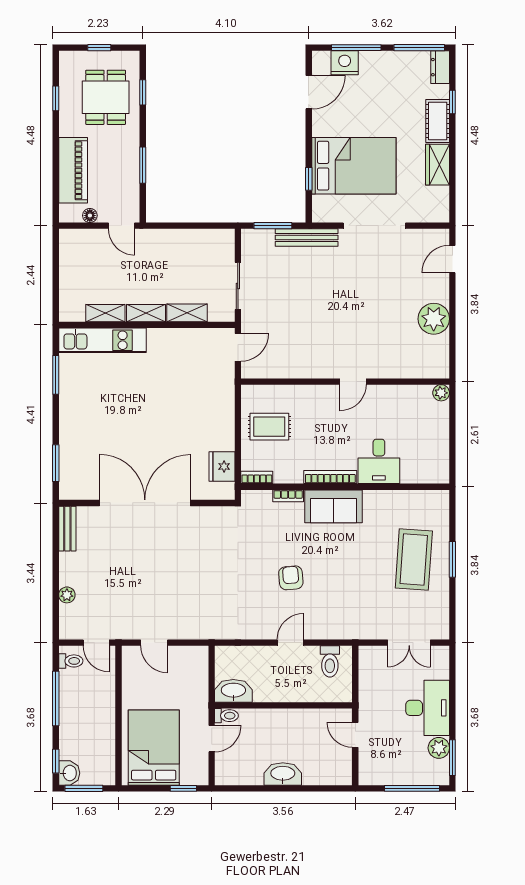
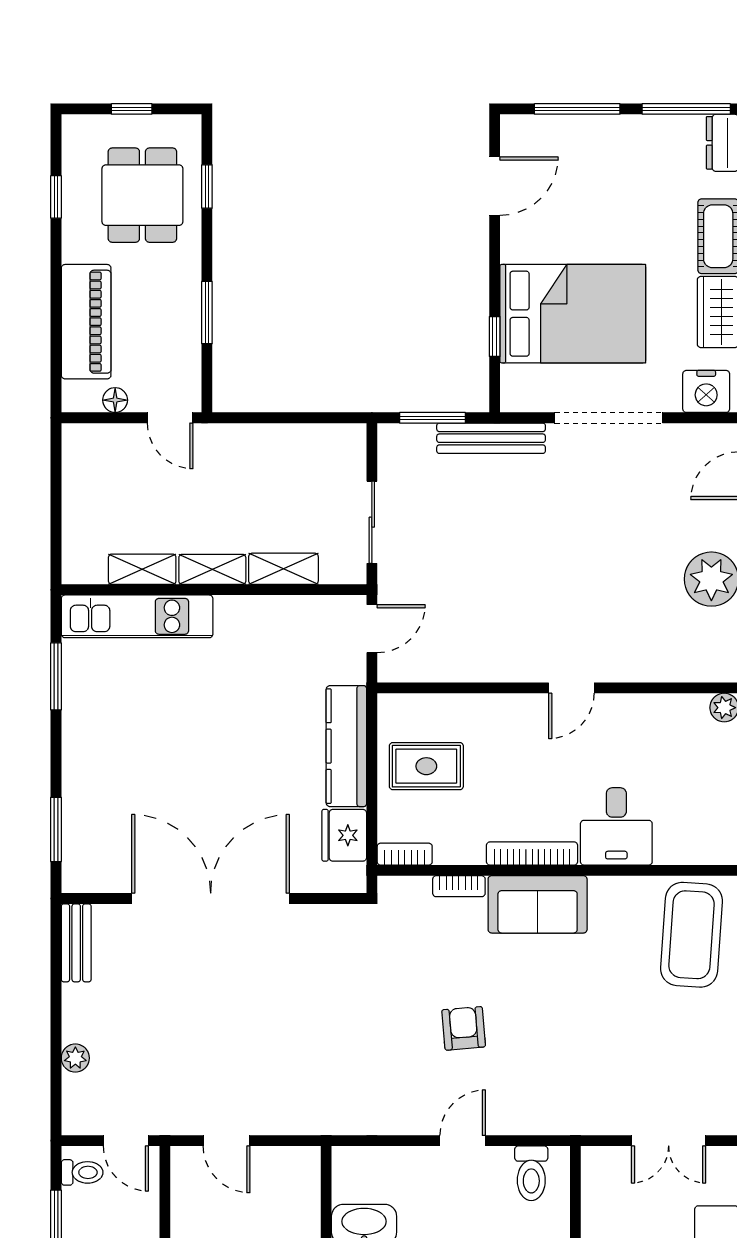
nightstand: (345, 63) -> (706, 391), moved, turned 180
kitchen counter: (223, 415) -> (346, 746), added
coffee table: (414, 560) -> (691, 935), moved

